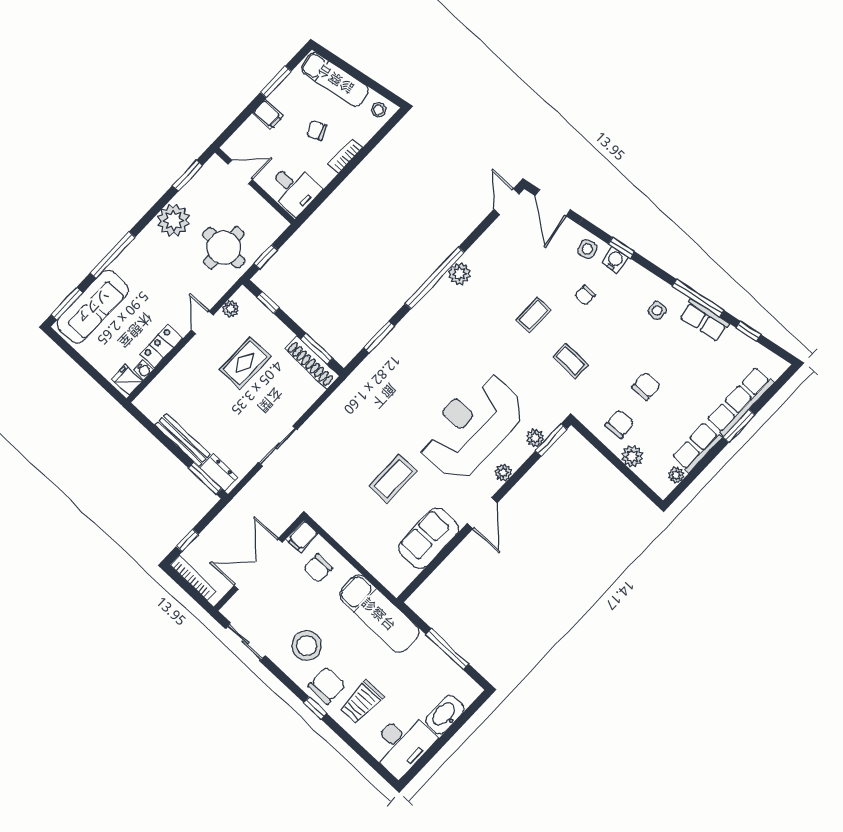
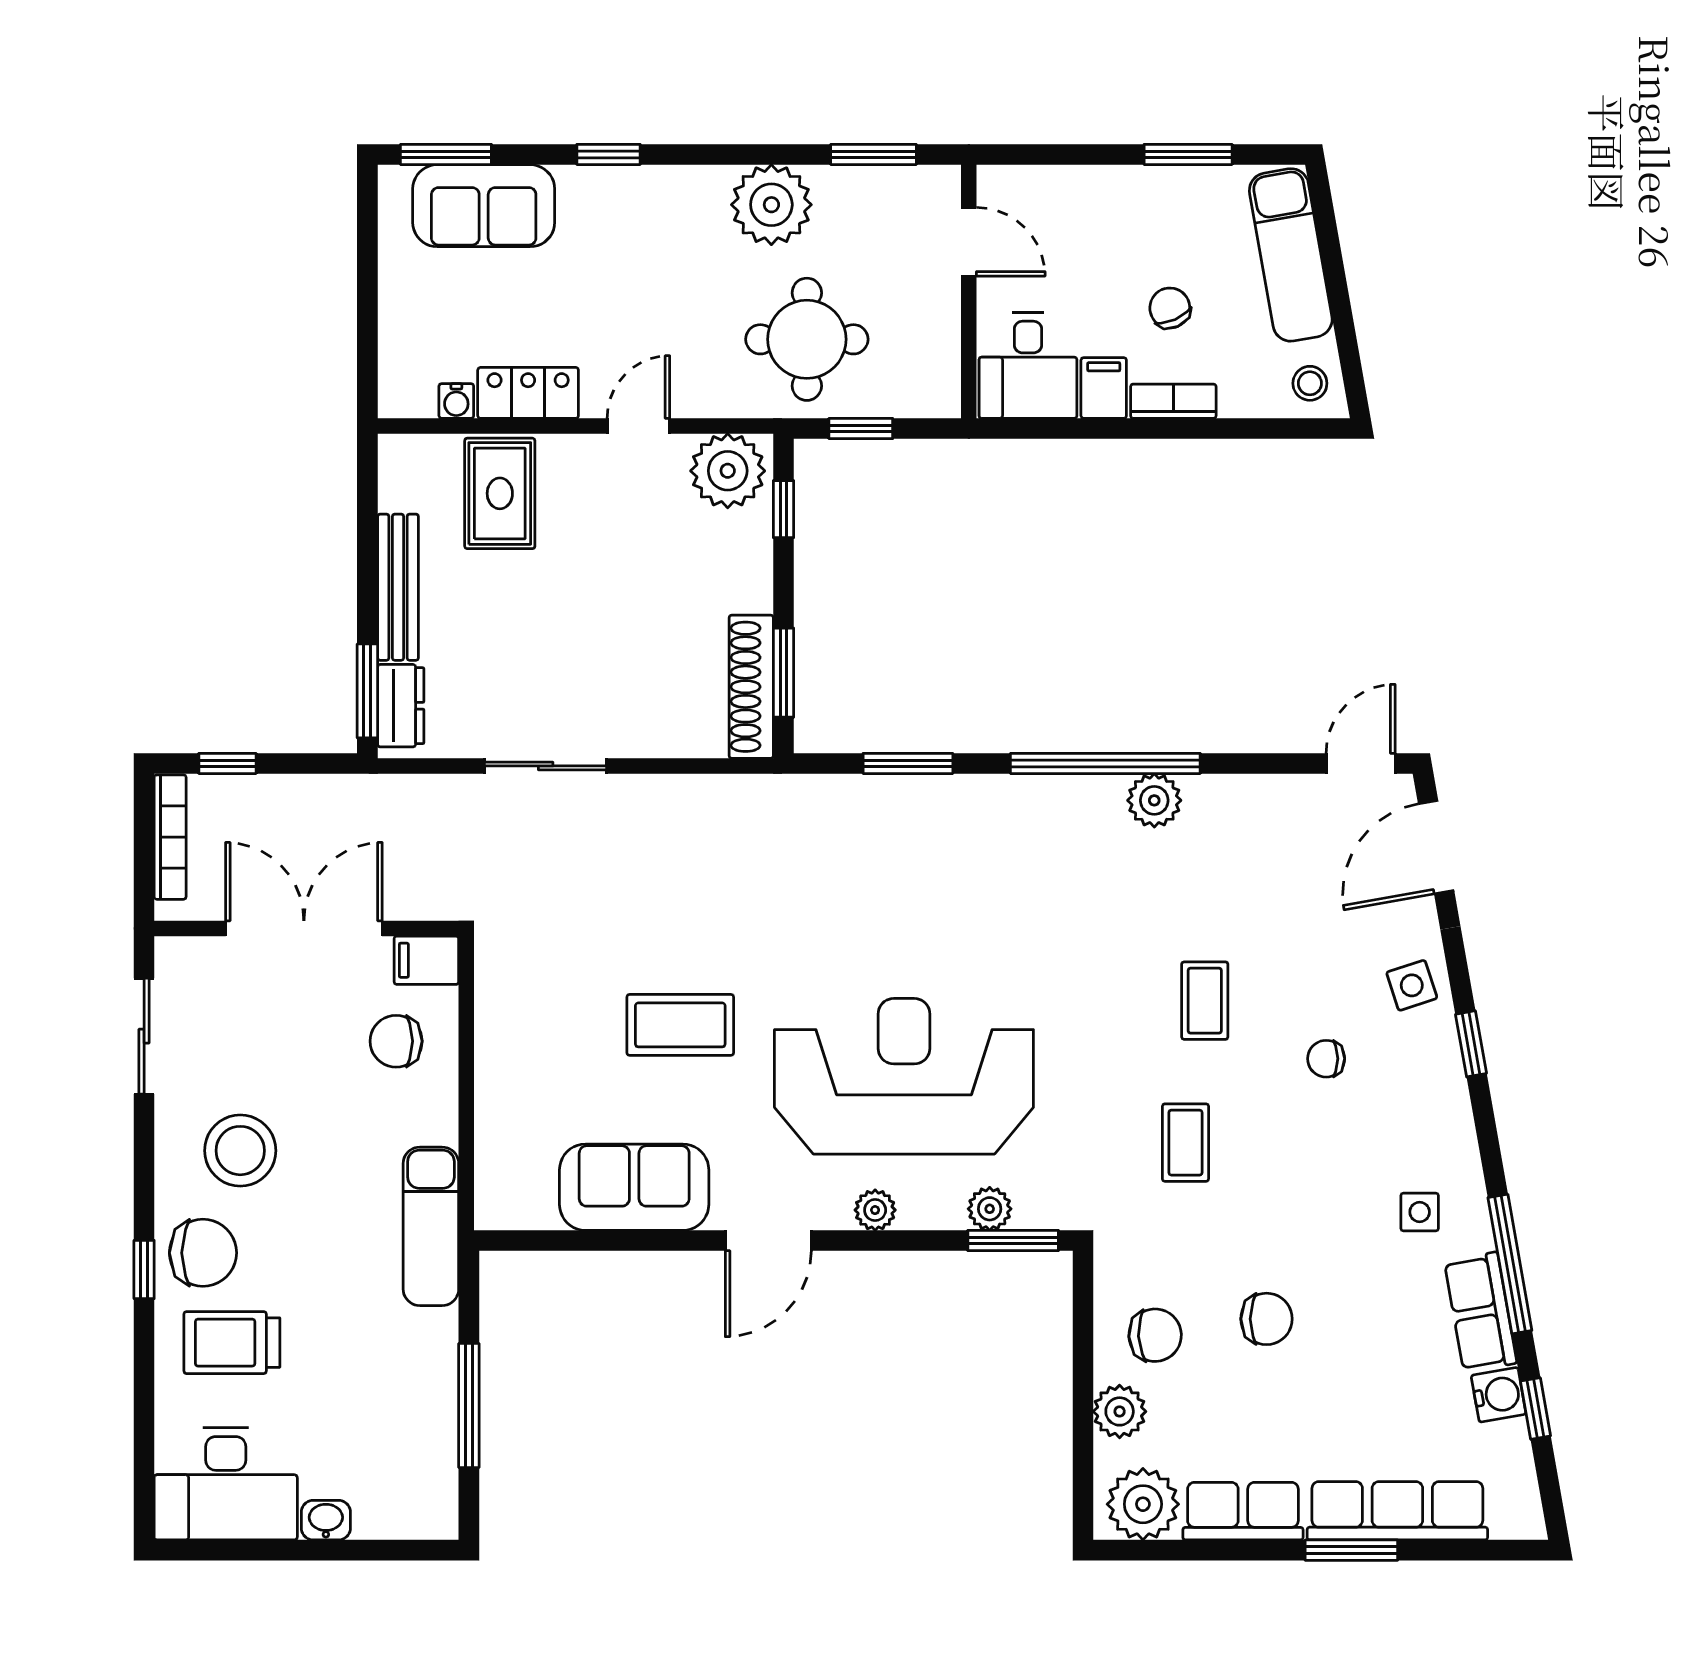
filing cabinet: (268, 115) -> (1104, 388), moved, turned 180
window: (113, 255) -> (609, 154), width x0.46
water cooler: (615, 260) -> (1499, 1395), moved
sofa: (93, 307) -> (484, 206), width x0.73
plant: (231, 309) -> (728, 471), width x1.88, depth x1.88
coffee table: (533, 315) -> (1205, 1001), turned 90
rug: (245, 363) -> (500, 493), moved, turned 90
fridge: (127, 380) -> (410, 389), removed
plant: (676, 475) -> (1143, 1504), width x1.87, depth x1.87
exam couch: (379, 614) -> (431, 1226), width x0.73, depth x0.69
washbasin: (445, 715) -> (326, 1520), width x0.52, depth x0.69

